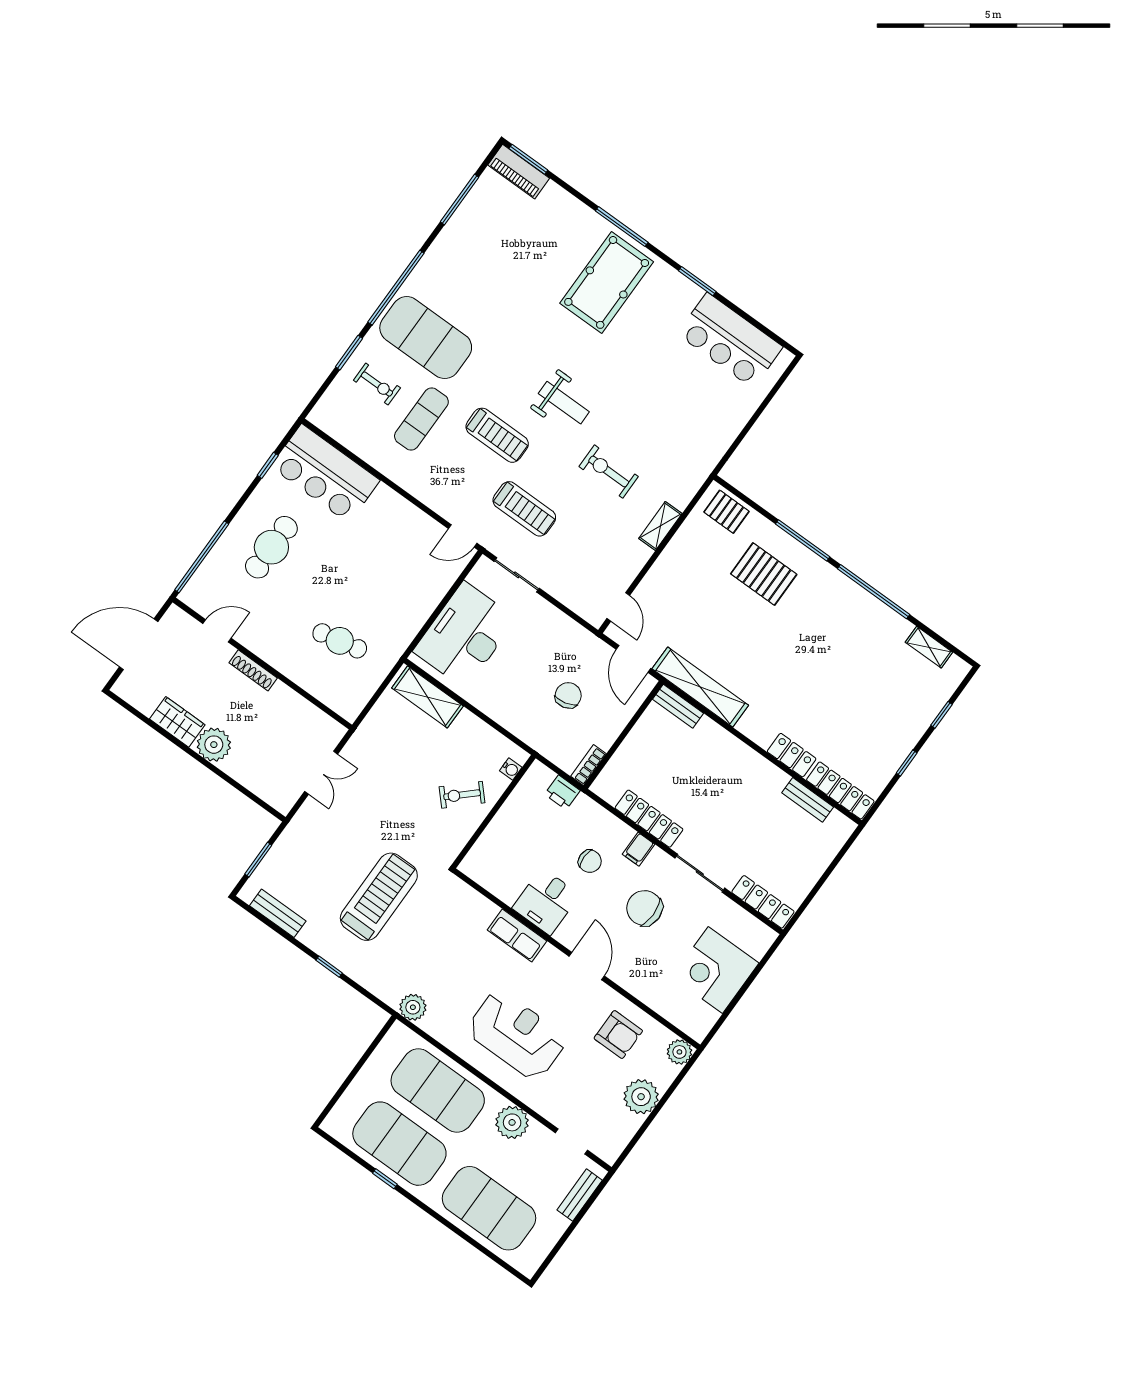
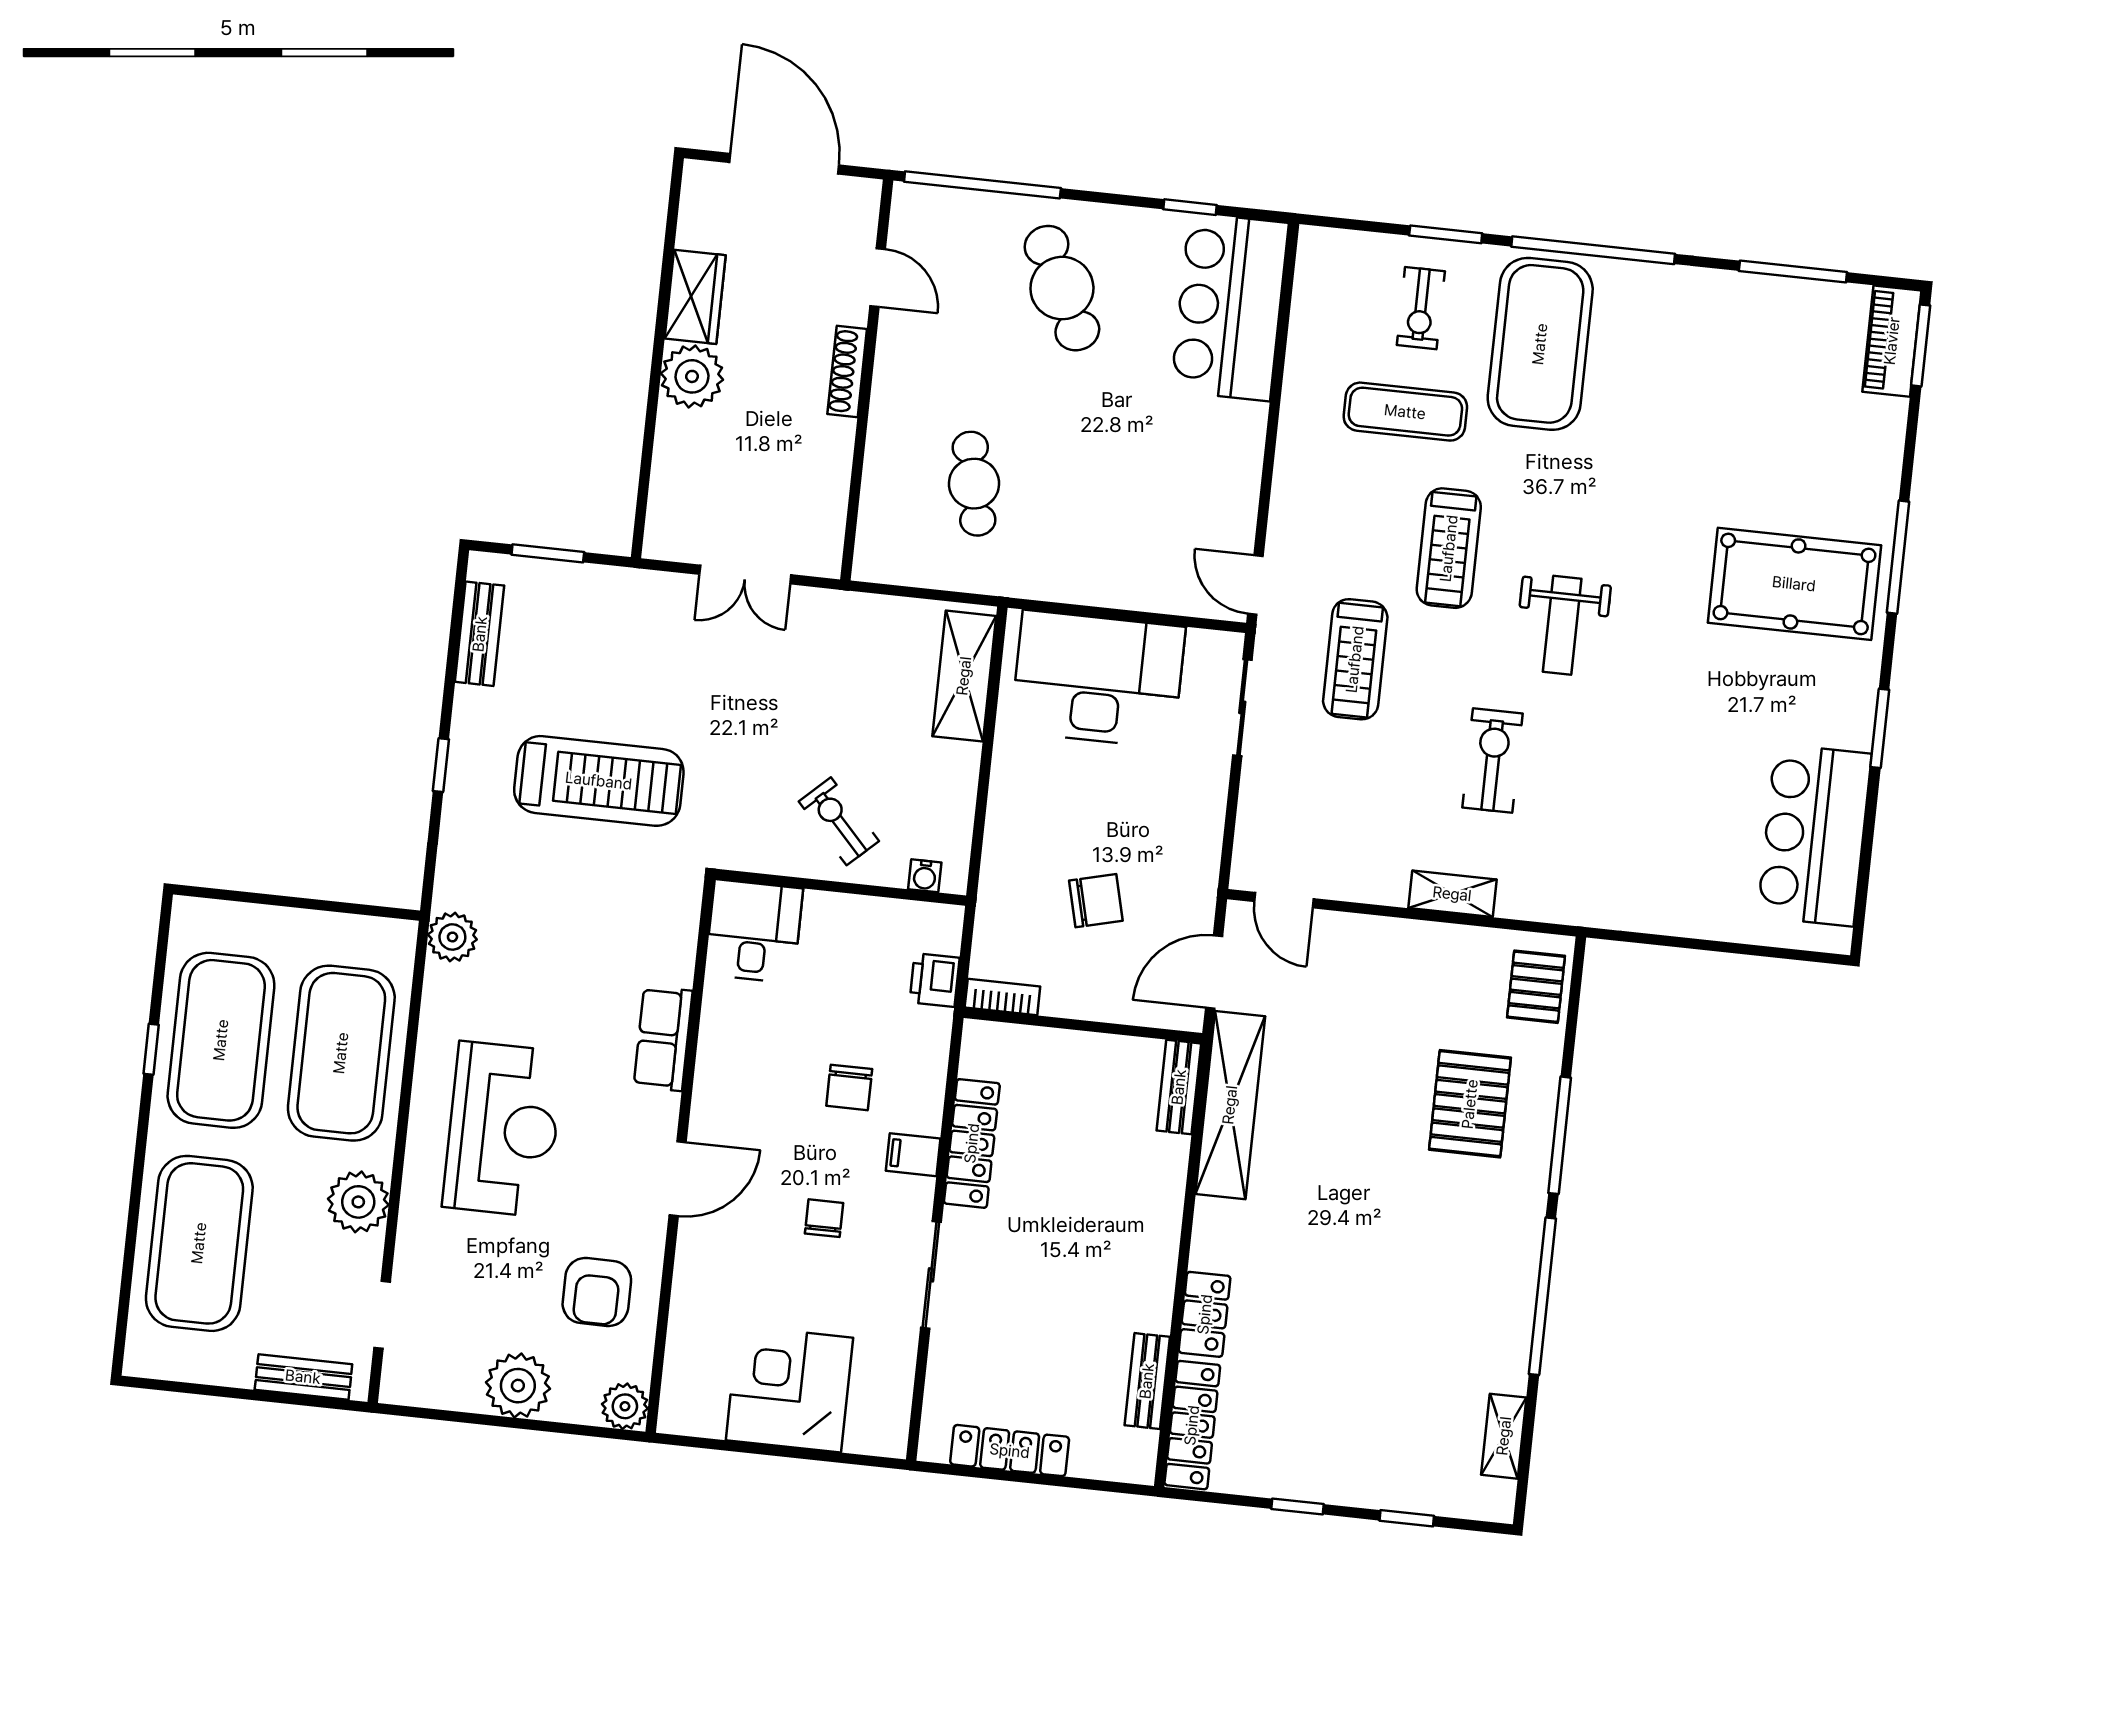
cafe table: (271, 547) -> (1062, 288), turned 64
door: (618, 607) -> (1284, 900), hinge flipped
desk: (546, 901) -> (754, 931), moved, turned 90
locker: (763, 902) -> (1010, 1451), moved, turned -90
chair: (644, 908) -> (824, 1218), width x0.54, depth x0.54

